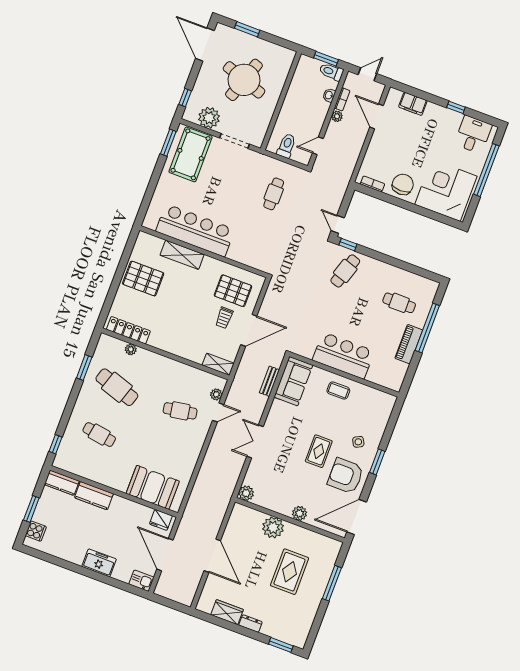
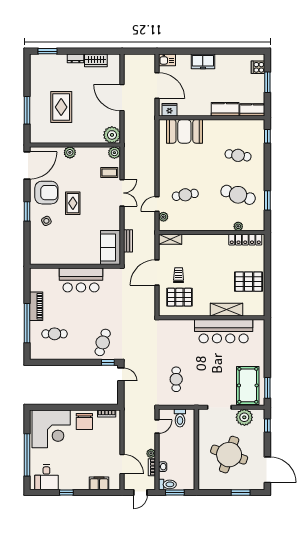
coffee table: (338, 391) -> (109, 173), moved
plant: (273, 527) -> (112, 135), moved

